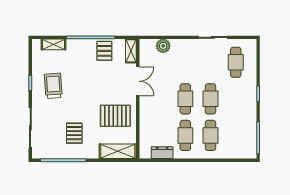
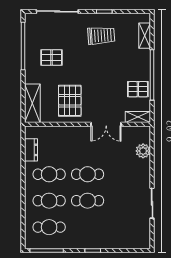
cafe table: (236, 62) -> (49, 227), moved

